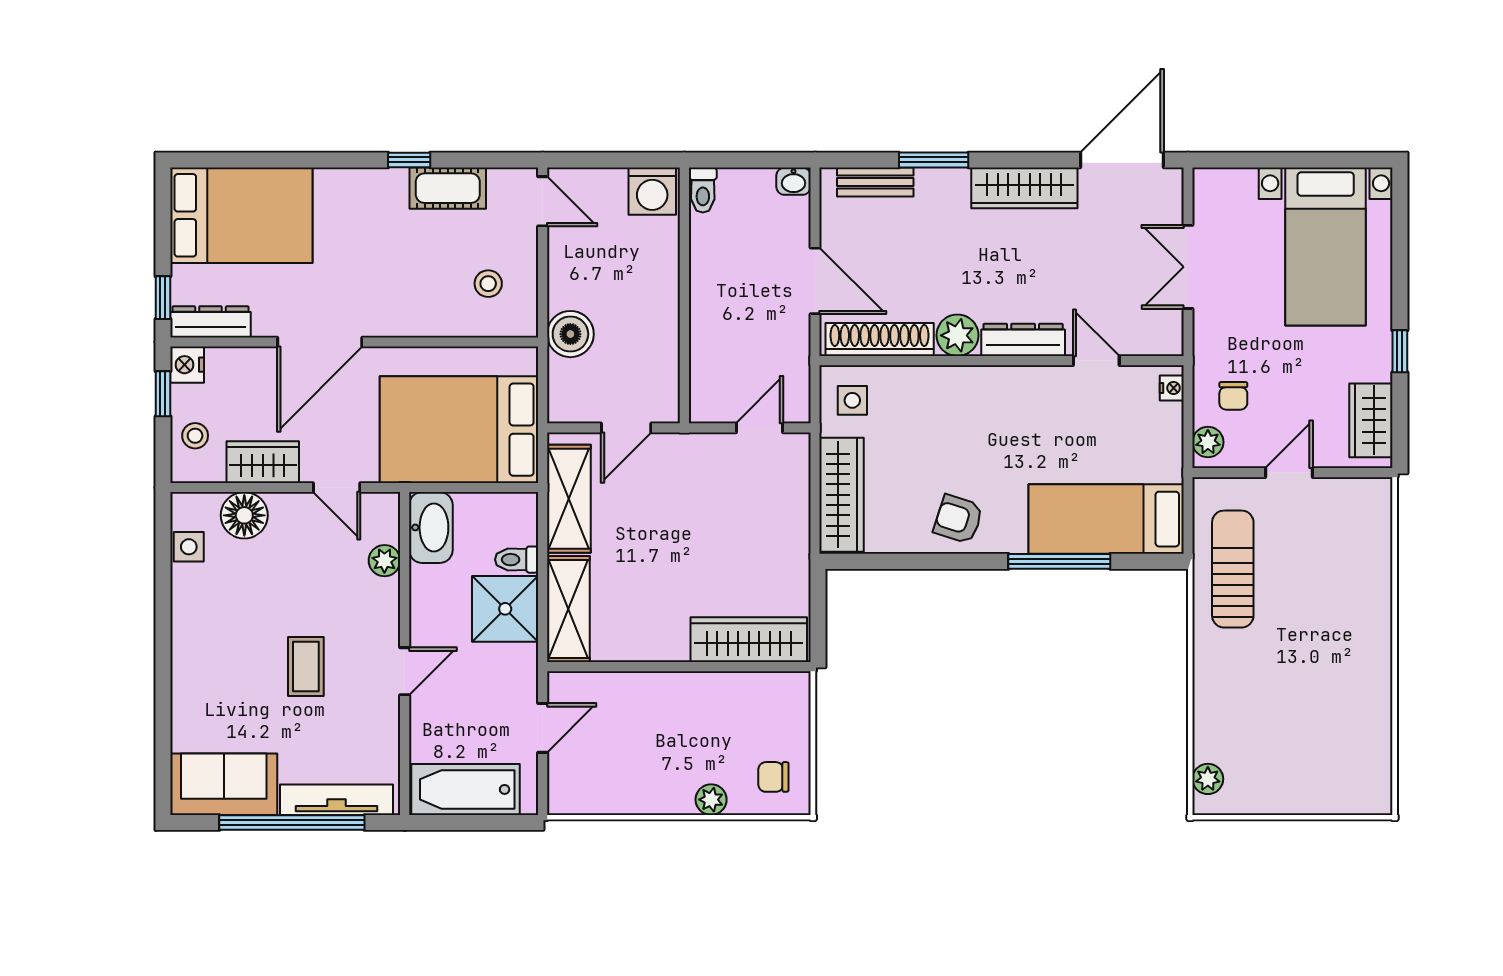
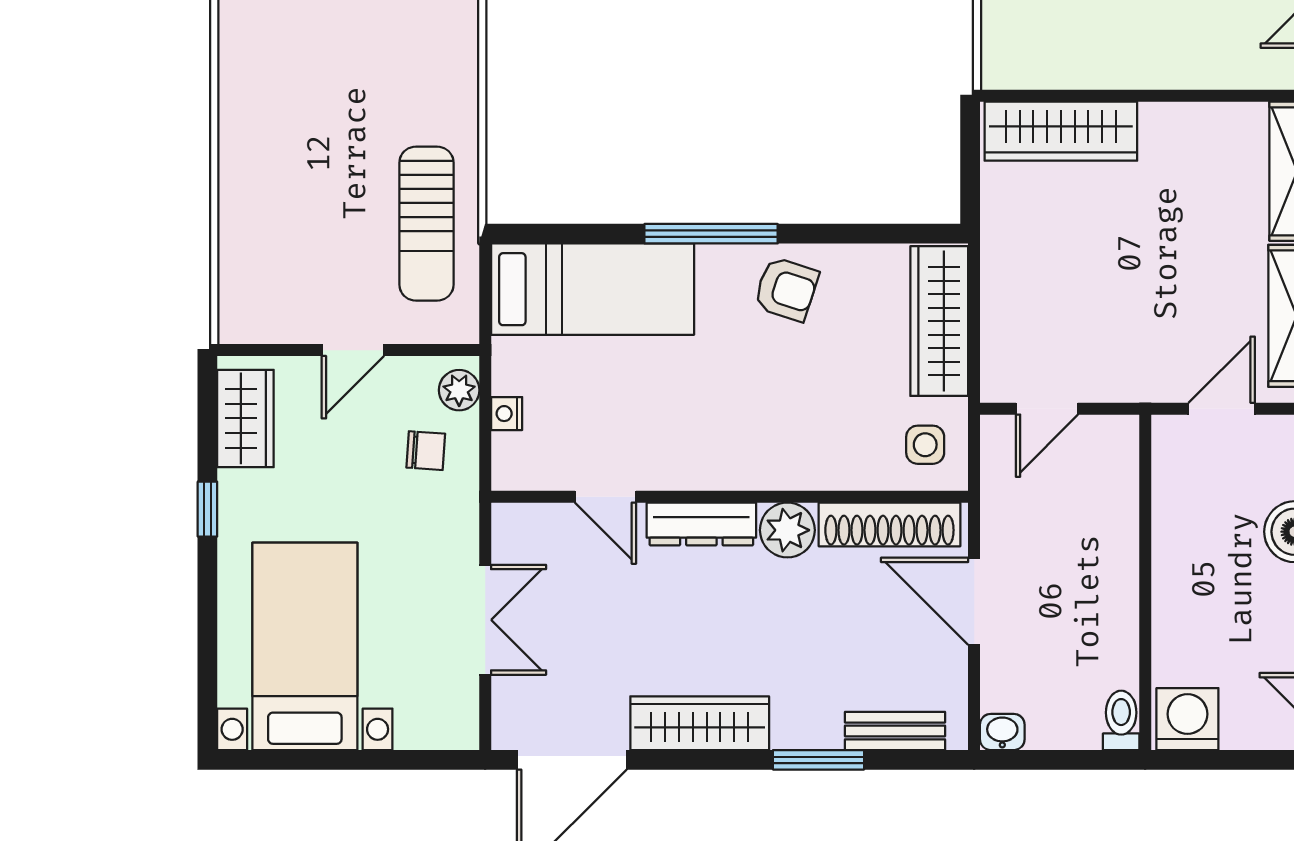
nightstand: (1172, 388) -> (507, 414), moved
chair: (1233, 396) -> (426, 451), turned 94
window: (1059, 561) -> (711, 234), moved

